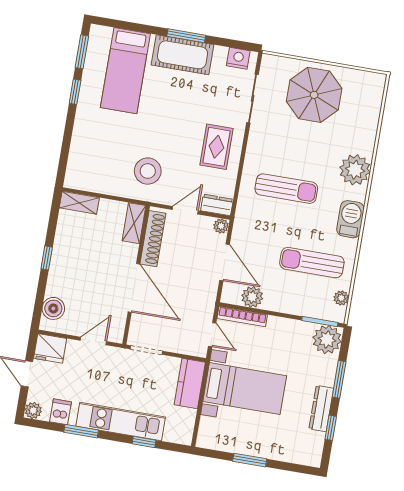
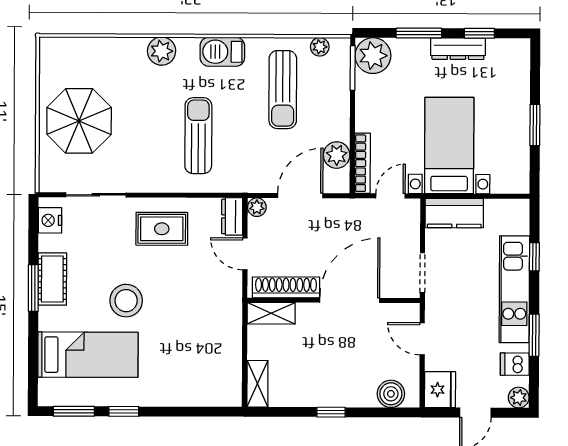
cot: (182, 55) -> (52, 279), width x0.73, depth x0.75
plant: (355, 170) -> (162, 51), width x0.73, depth x0.73
stool: (148, 171) -> (126, 301), moved

